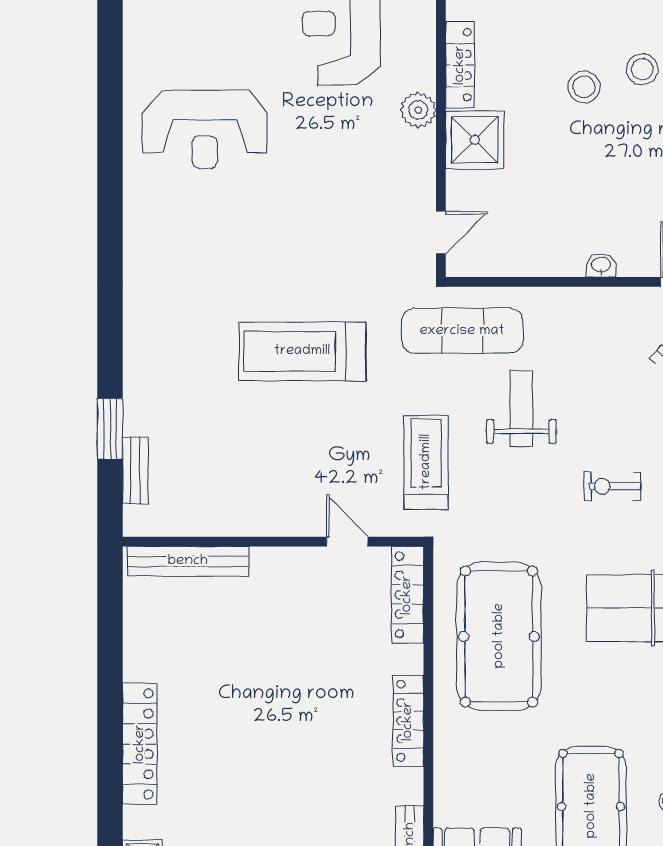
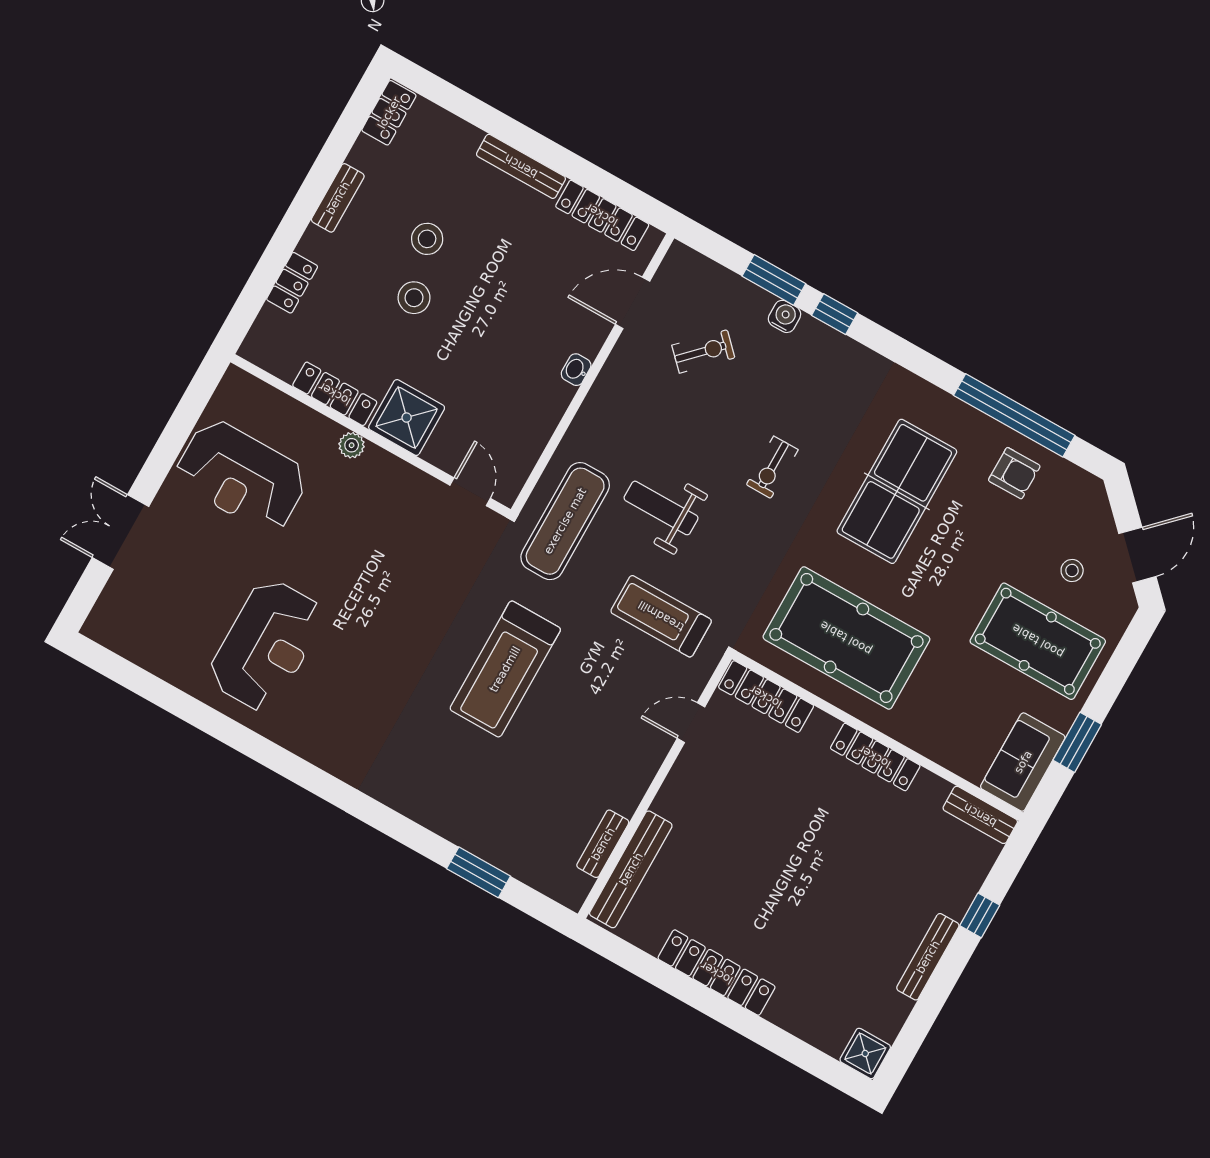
plant: (418, 110) -> (352, 445), width x0.73, depth x0.73
bench: (135, 471) -> (603, 844), moved, turned 90
locker: (140, 744) -> (717, 973), moved

